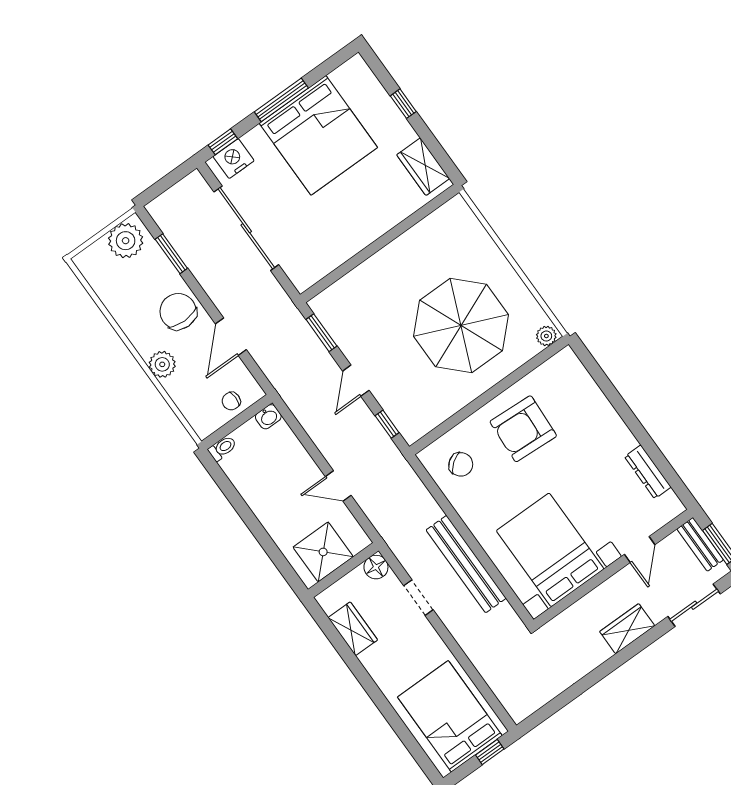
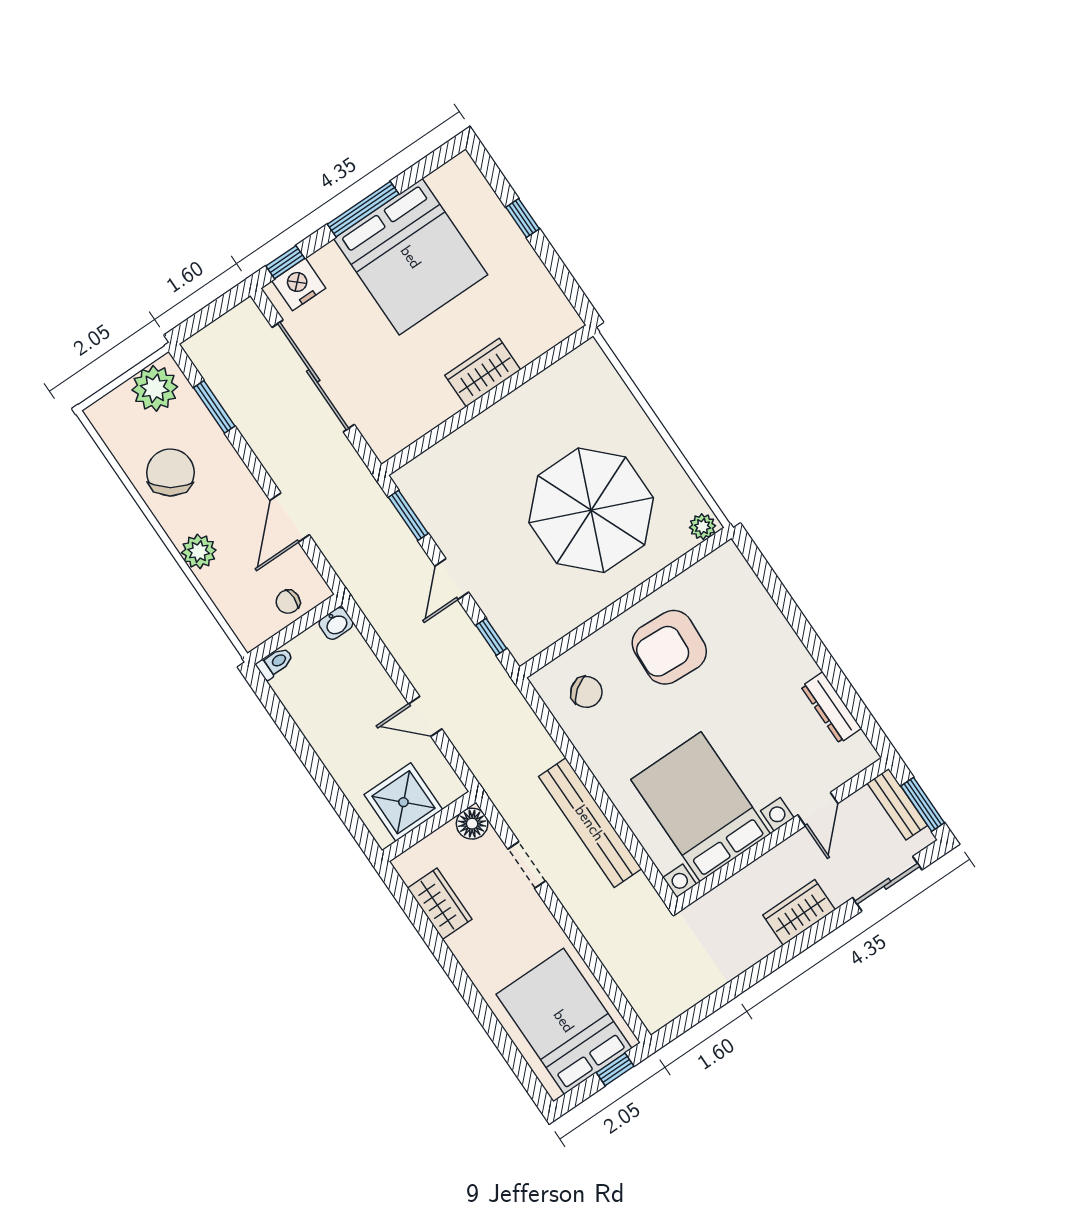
wardrobe: (423, 167) -> (483, 373), moved, turned 90
chair: (178, 311) -> (170, 472), moved, turned 35

